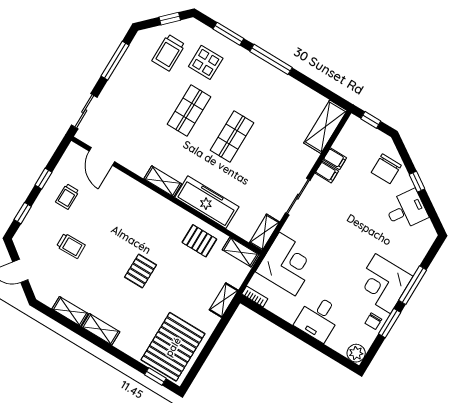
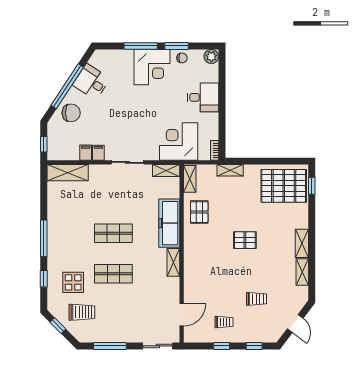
window: (228, 34) -> (44, 279), width x0.67
window: (417, 182) -> (67, 86), width x3.17
trolley: (71, 246) -> (257, 299), turned 91

